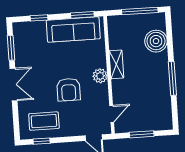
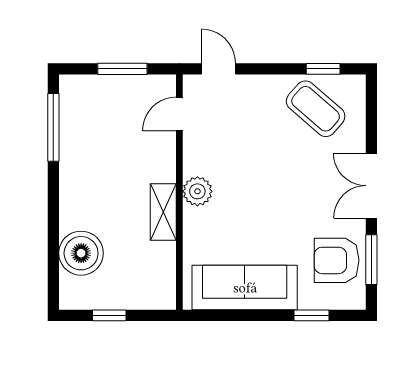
window: (140, 11) -> (109, 315), width x0.46
window: (82, 15) -> (224, 315), removed
window: (172, 78) -> (53, 127), moved
armchair: (68, 90) -> (337, 260), moved, turned -90
coffee table: (44, 121) -> (316, 109), turned 41

